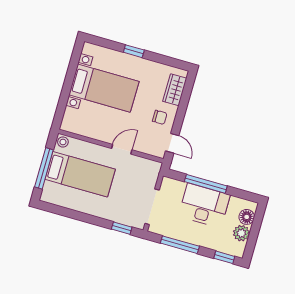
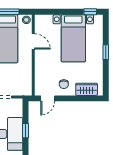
window: (76, 56) -> (90, 12), added
door: (122, 149) -> (33, 41), moved
window: (206, 184) -> (26, 131), width x0.46

